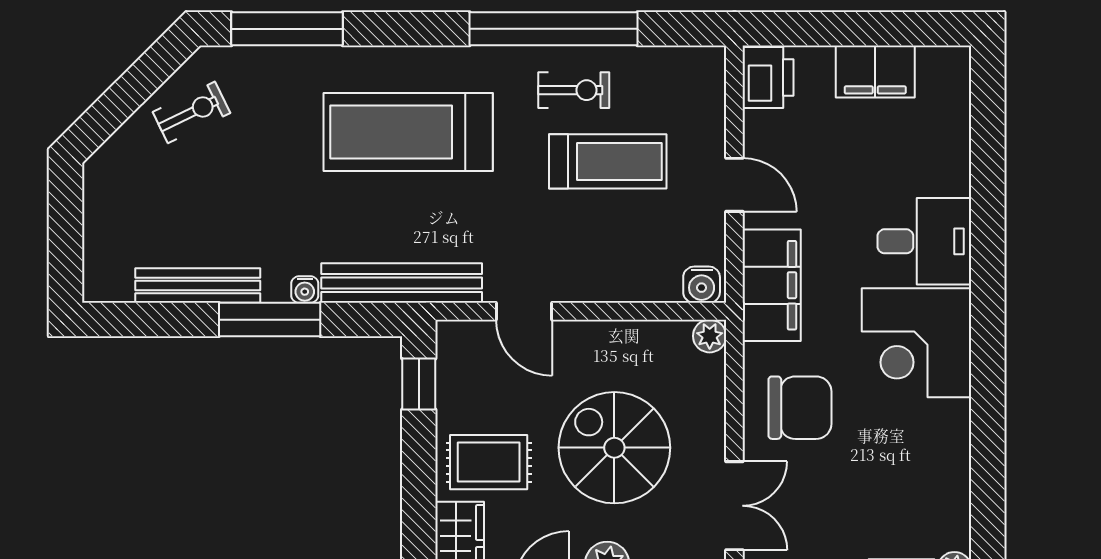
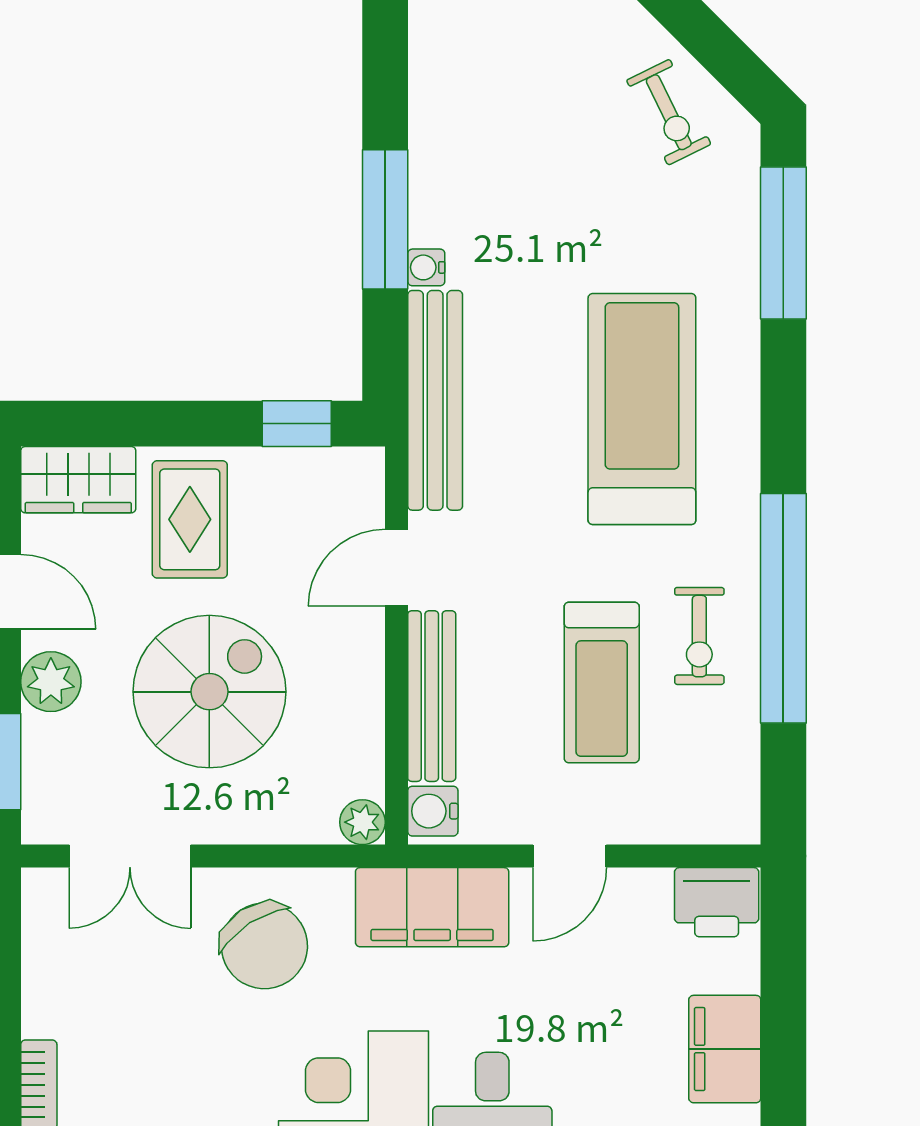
bench: (198, 285) -> (432, 696), moved
chair: (800, 408) -> (264, 946), turned -33

